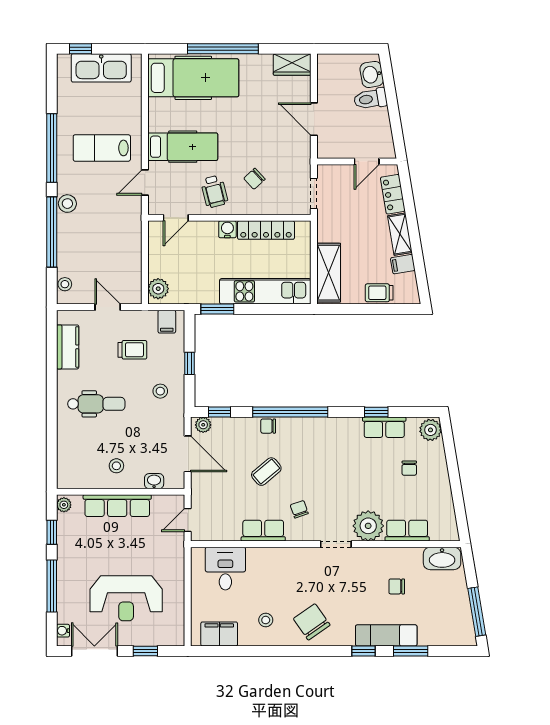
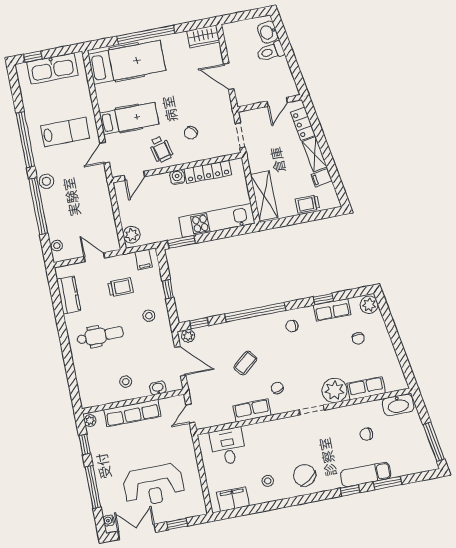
lab bench: (102, 148) -> (65, 132), turned 180
chair: (268, 426) -> (292, 326), moved

